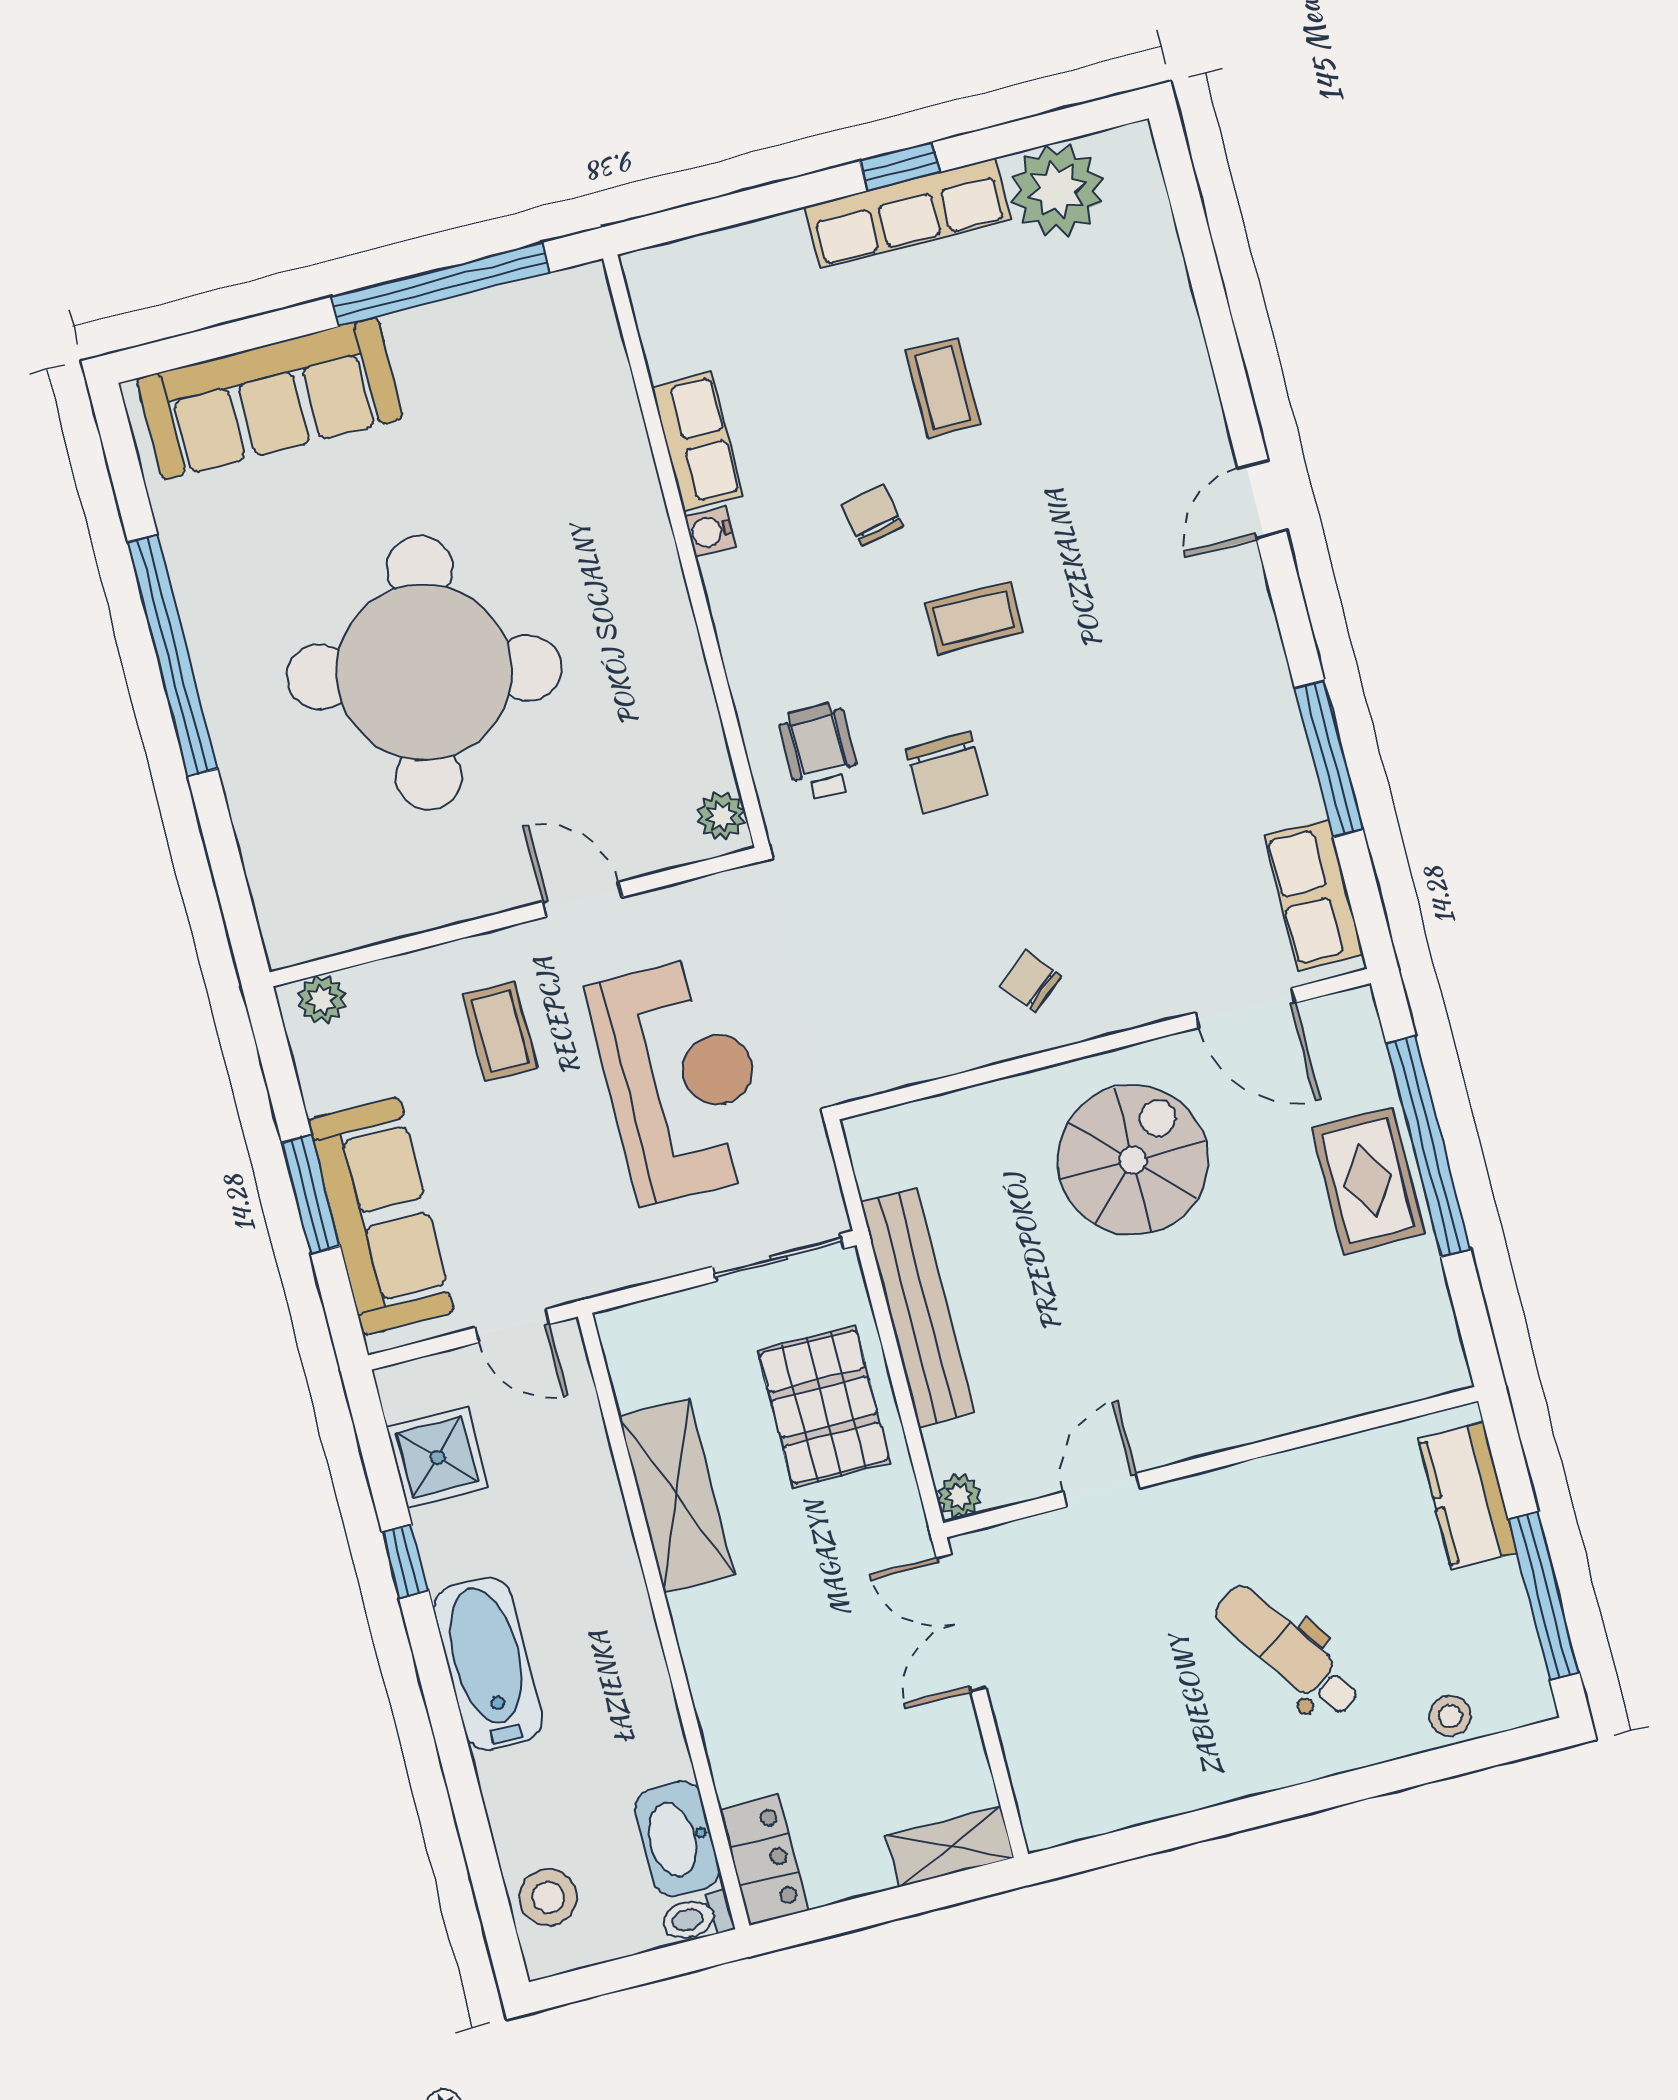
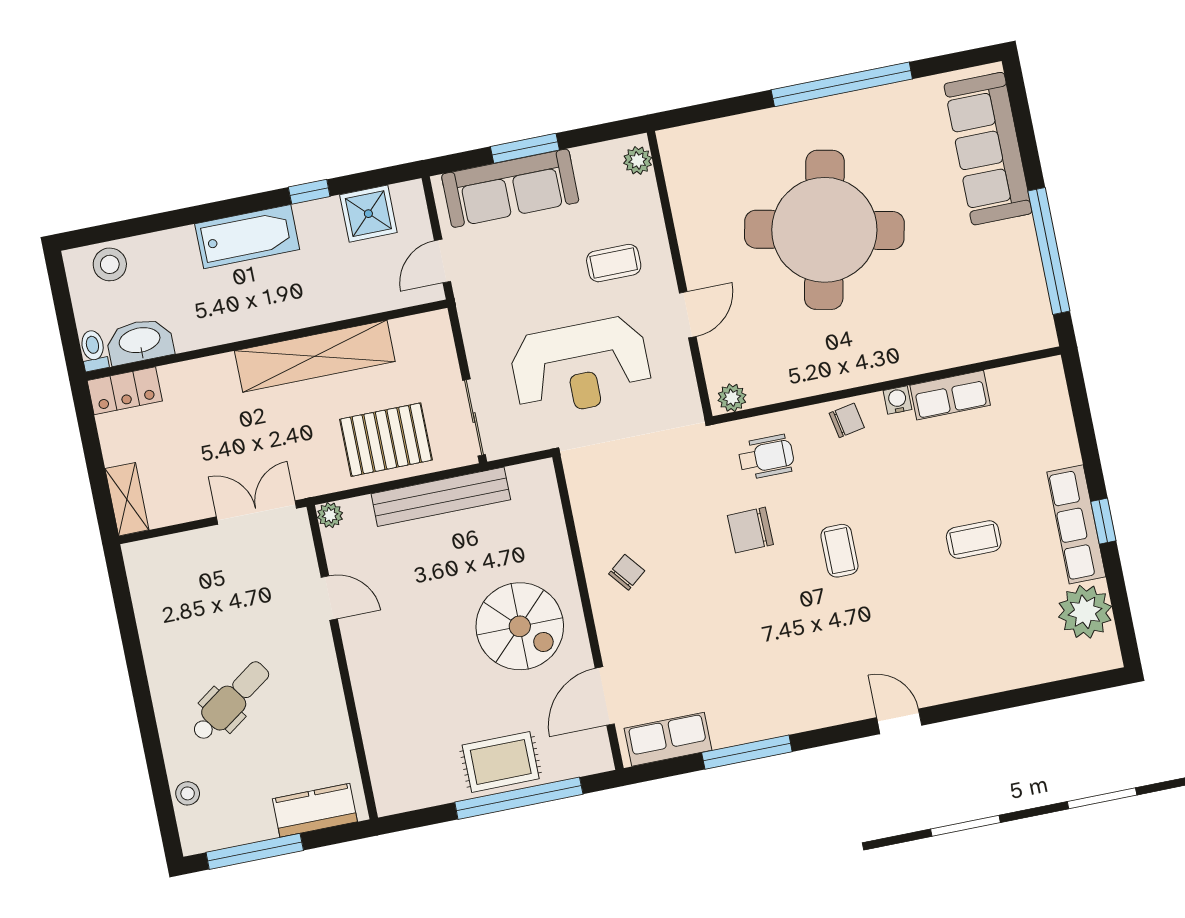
chair: (872, 515) -> (847, 420), moved
shelving: (677, 1496) -> (315, 356), width x1.47

